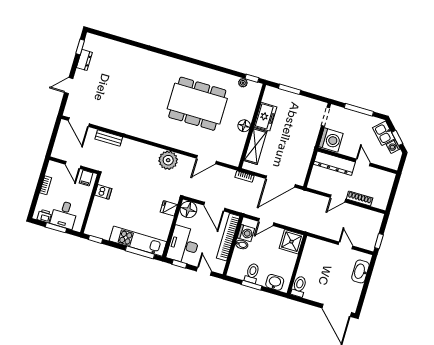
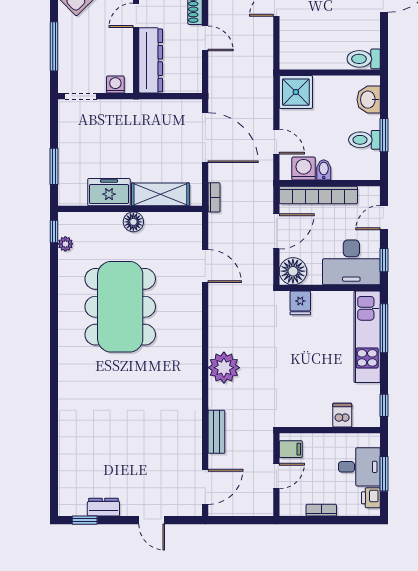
washing machine: (331, 140) -> (115, 85), width x0.53, depth x0.53
plant: (168, 160) -> (224, 368), moved
dishwasher: (103, 192) -> (342, 415), moved

